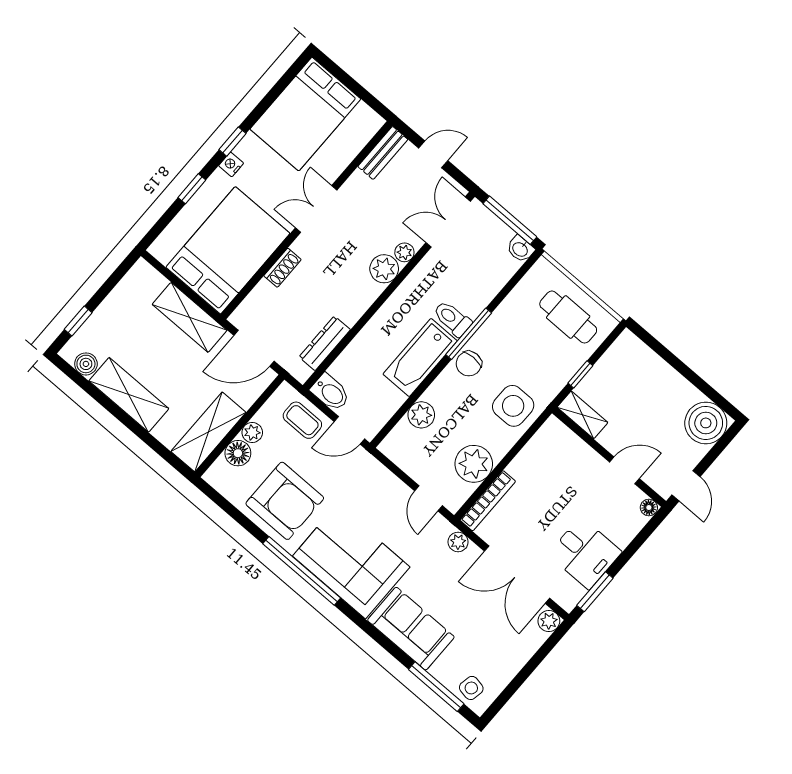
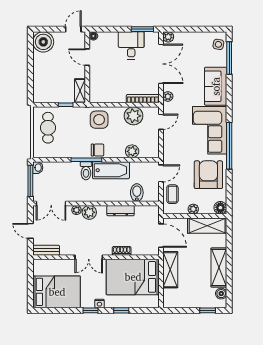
dresser: (325, 343) -> (121, 211), moved
bidet: (330, 393) -> (137, 193), moved
door: (349, 430) -> (161, 173), hinge flipped
floor lamp: (238, 453) -> (220, 208), moved

